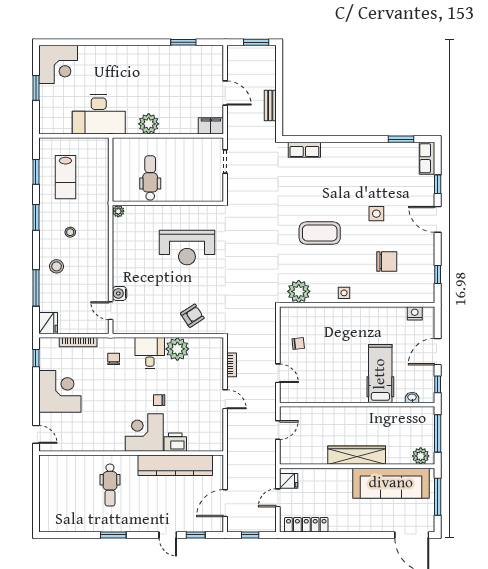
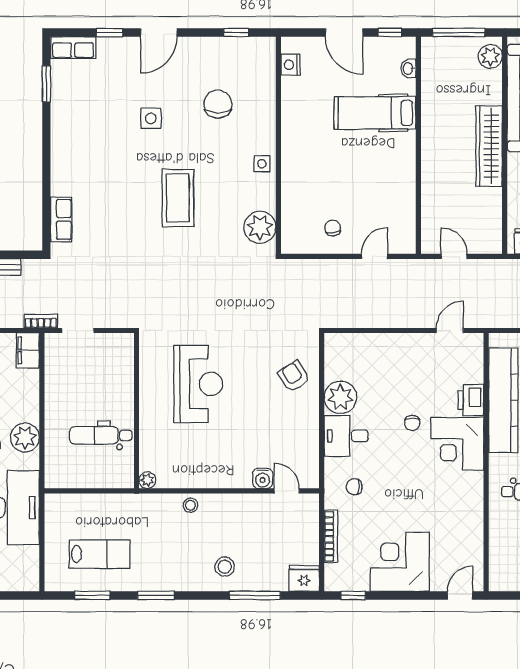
stool: (70, 232) -> (190, 505), moved
door: (111, 311) -> (287, 491), swing flipped
bookcase: (232, 365) -> (41, 321), moved
door: (225, 399) -> (450, 330), moved

